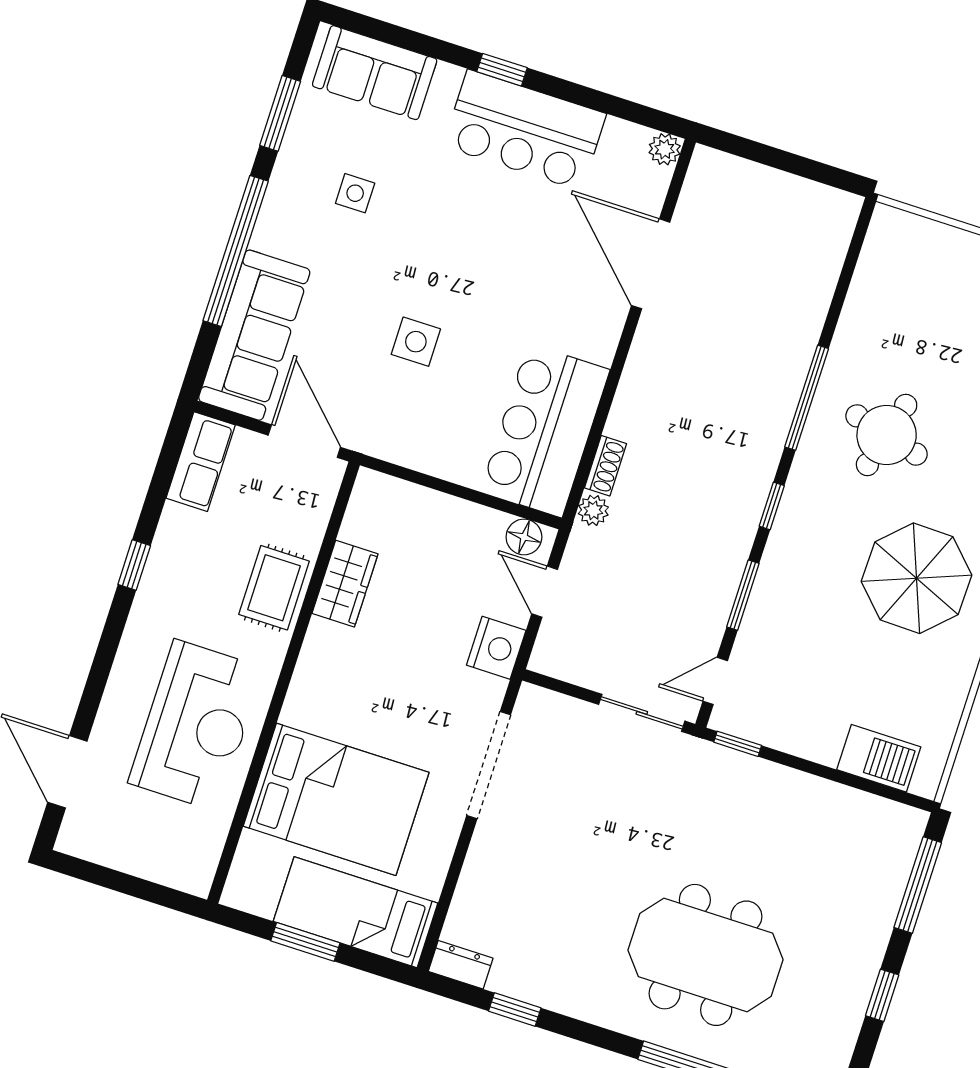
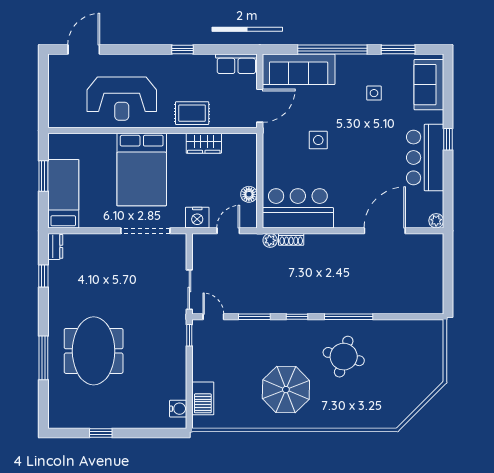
floor lamp: (524, 537) -> (249, 194), moved
bed: (336, 799) -> (142, 169), moved
water cooler: (884, 817) -> (178, 409), added
window: (918, 885) -> (153, 433), removed

